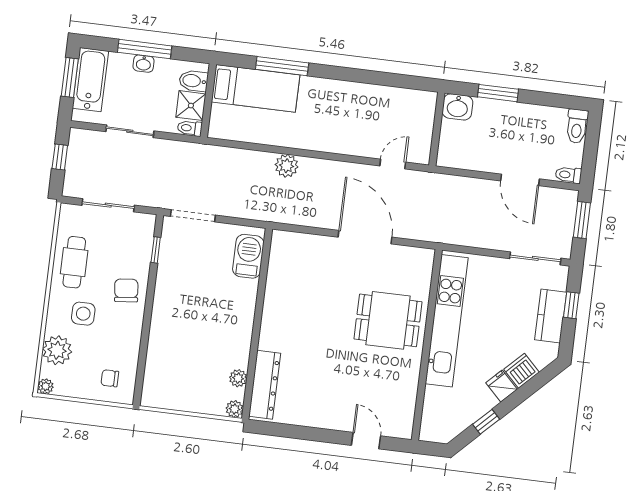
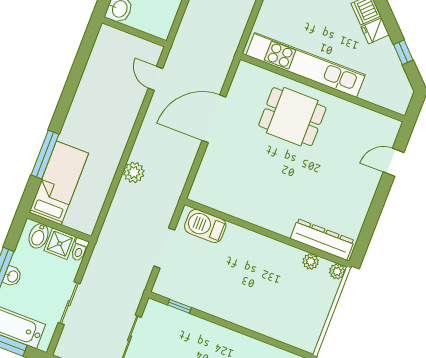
doorway: (193, 216) -> (164, 248), moved
chair: (126, 290) -> (209, 341), removed
dining table: (388, 320) -> (292, 117), turned 90

